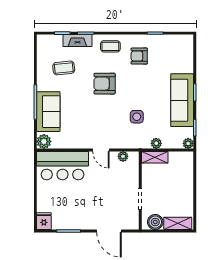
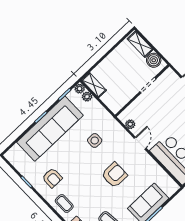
armchair: (105, 84) -> (114, 175), moved, turned -90
sofa: (182, 100) -> (50, 129), width x1.36, depth x1.27
plant: (44, 141) -> (171, 187), removed
plant: (156, 143) -> (87, 97), moved
shelving: (155, 157) -> (94, 85), moved

